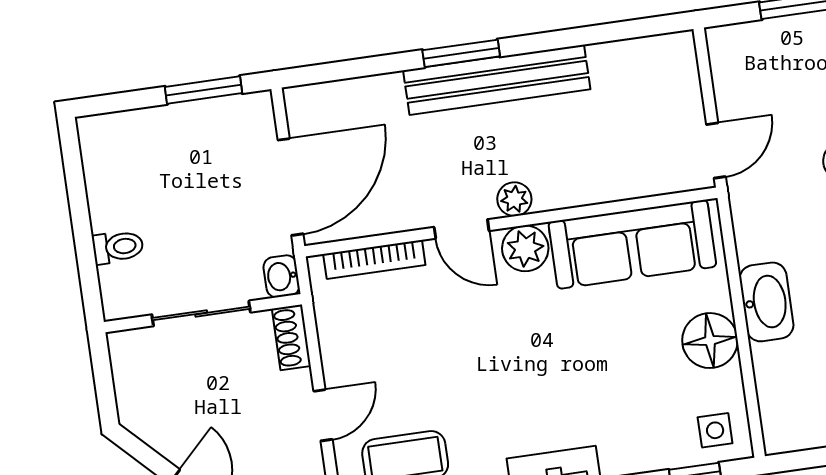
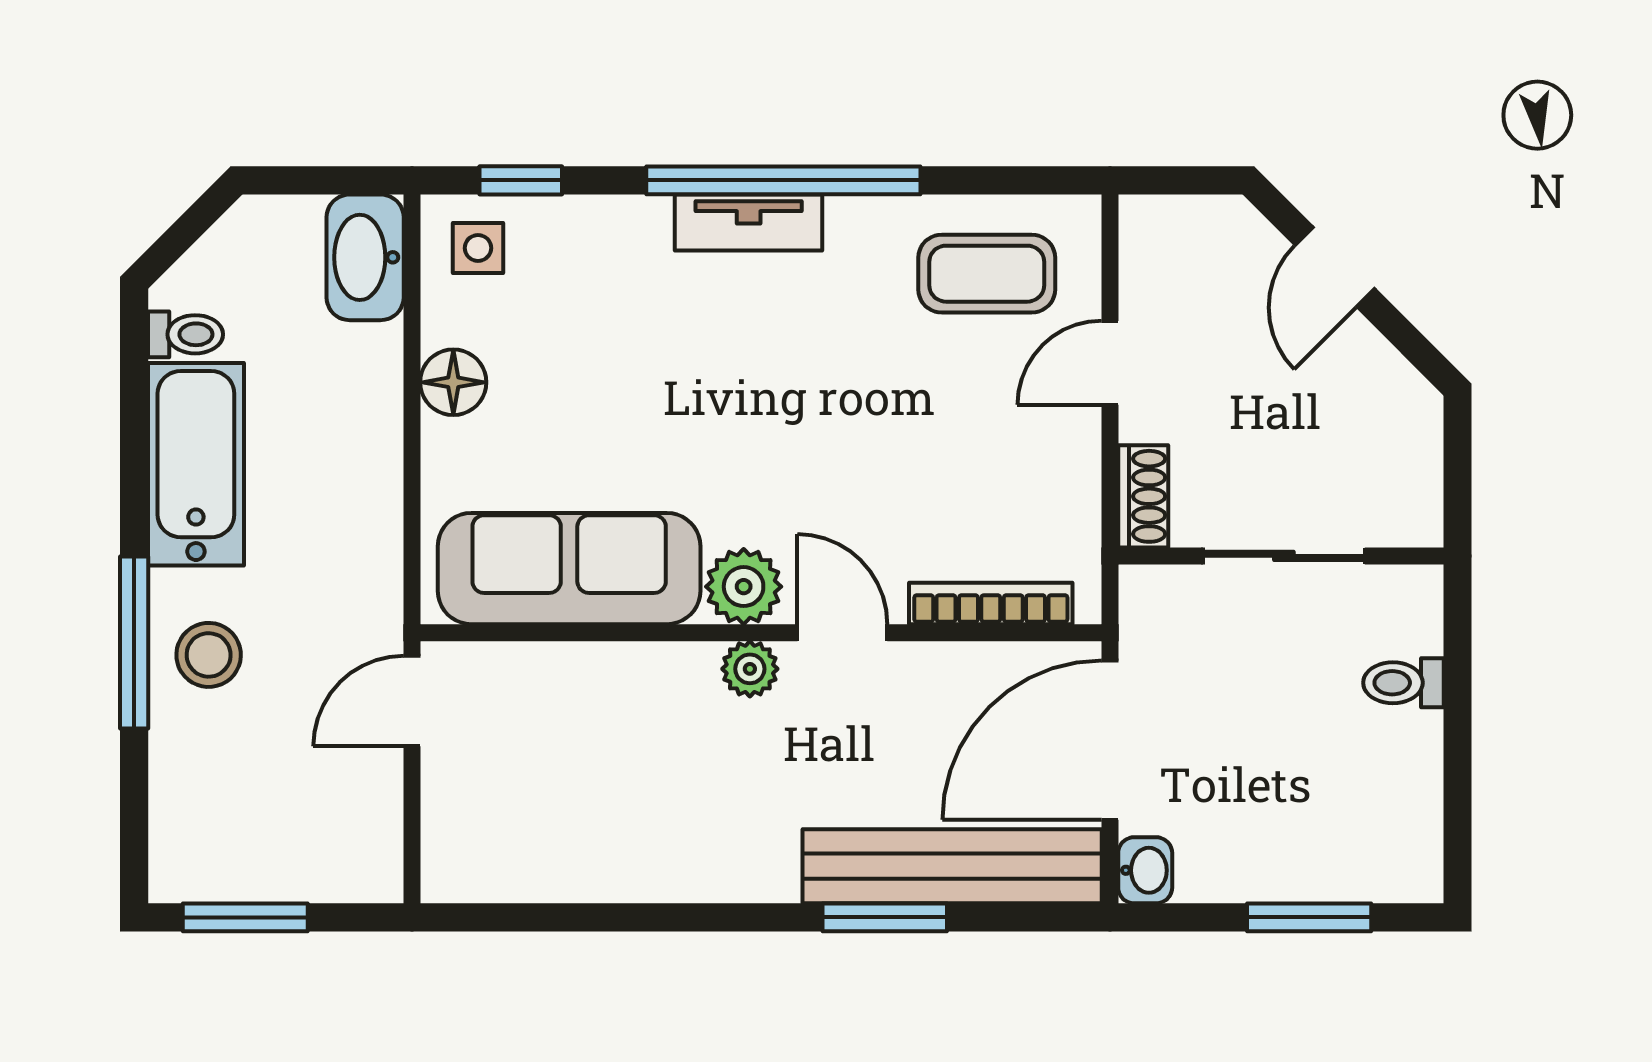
window: (461, 53) -> (885, 917), moved
bench: (497, 80) -> (952, 866), moved
window: (204, 90) -> (1309, 917), moved
washbasin: (281, 276) -> (1145, 870), moved
washbasin: (766, 302) -> (365, 257), moved
floor lamp: (710, 341) -> (453, 382), width x0.73, depth x0.73

